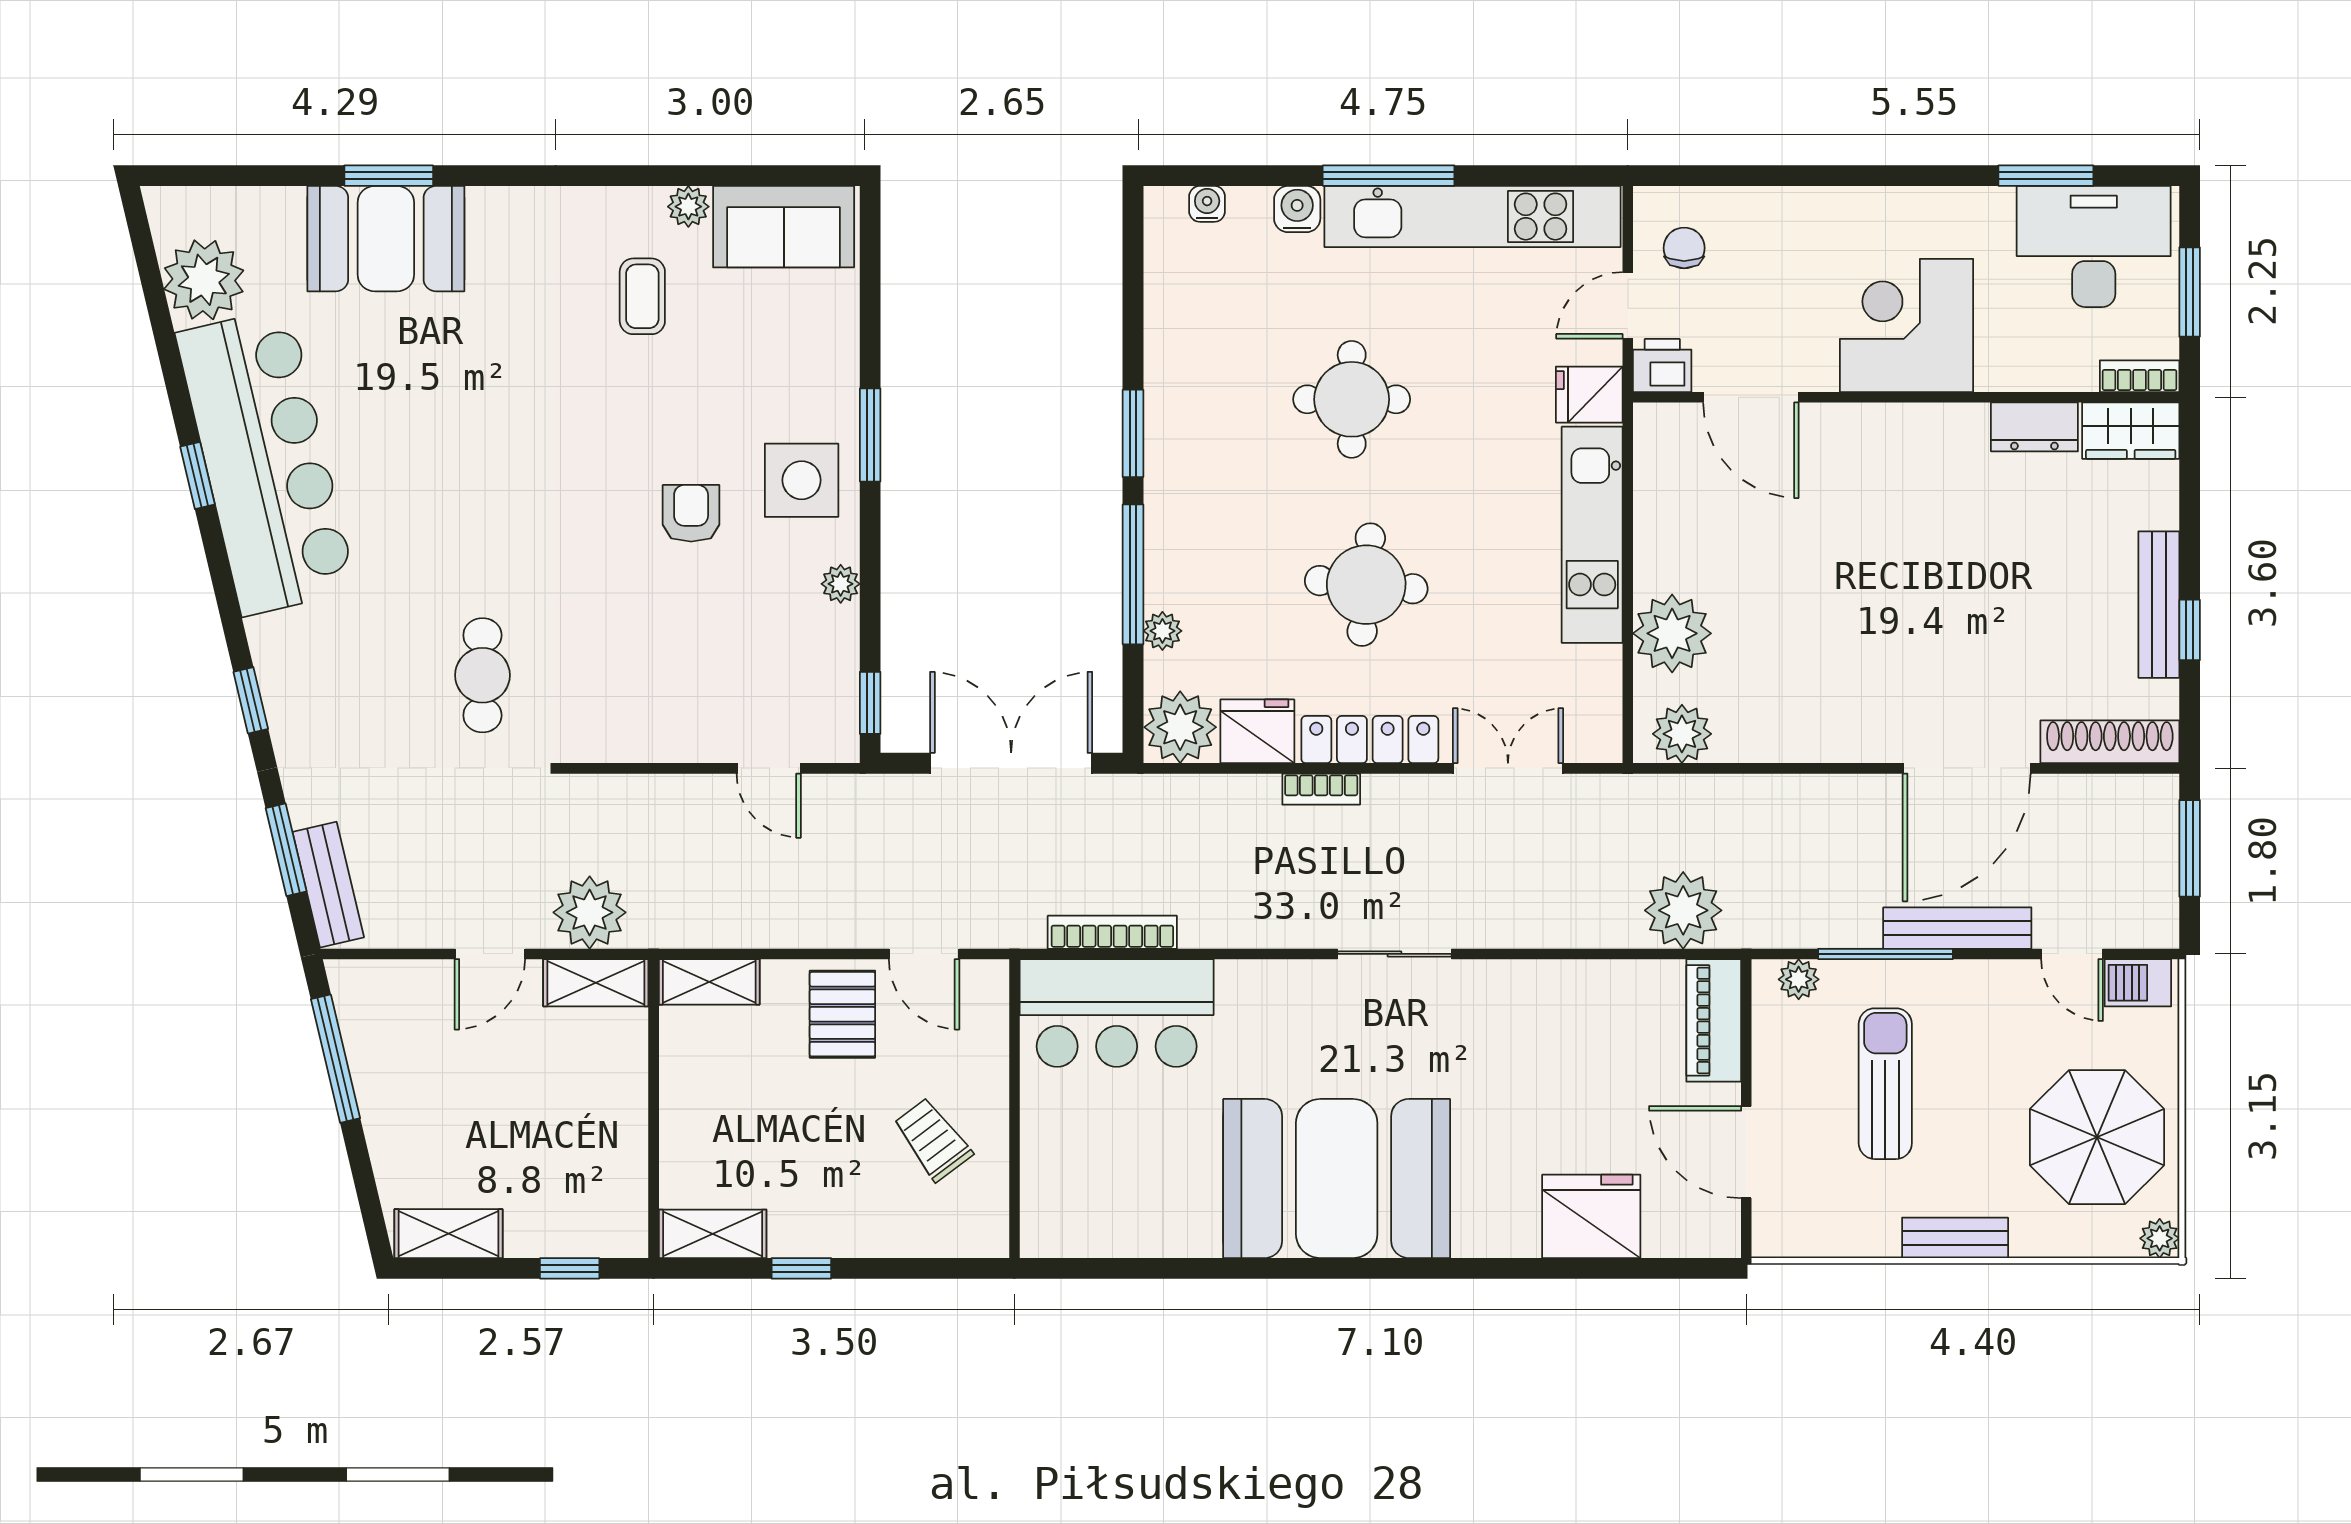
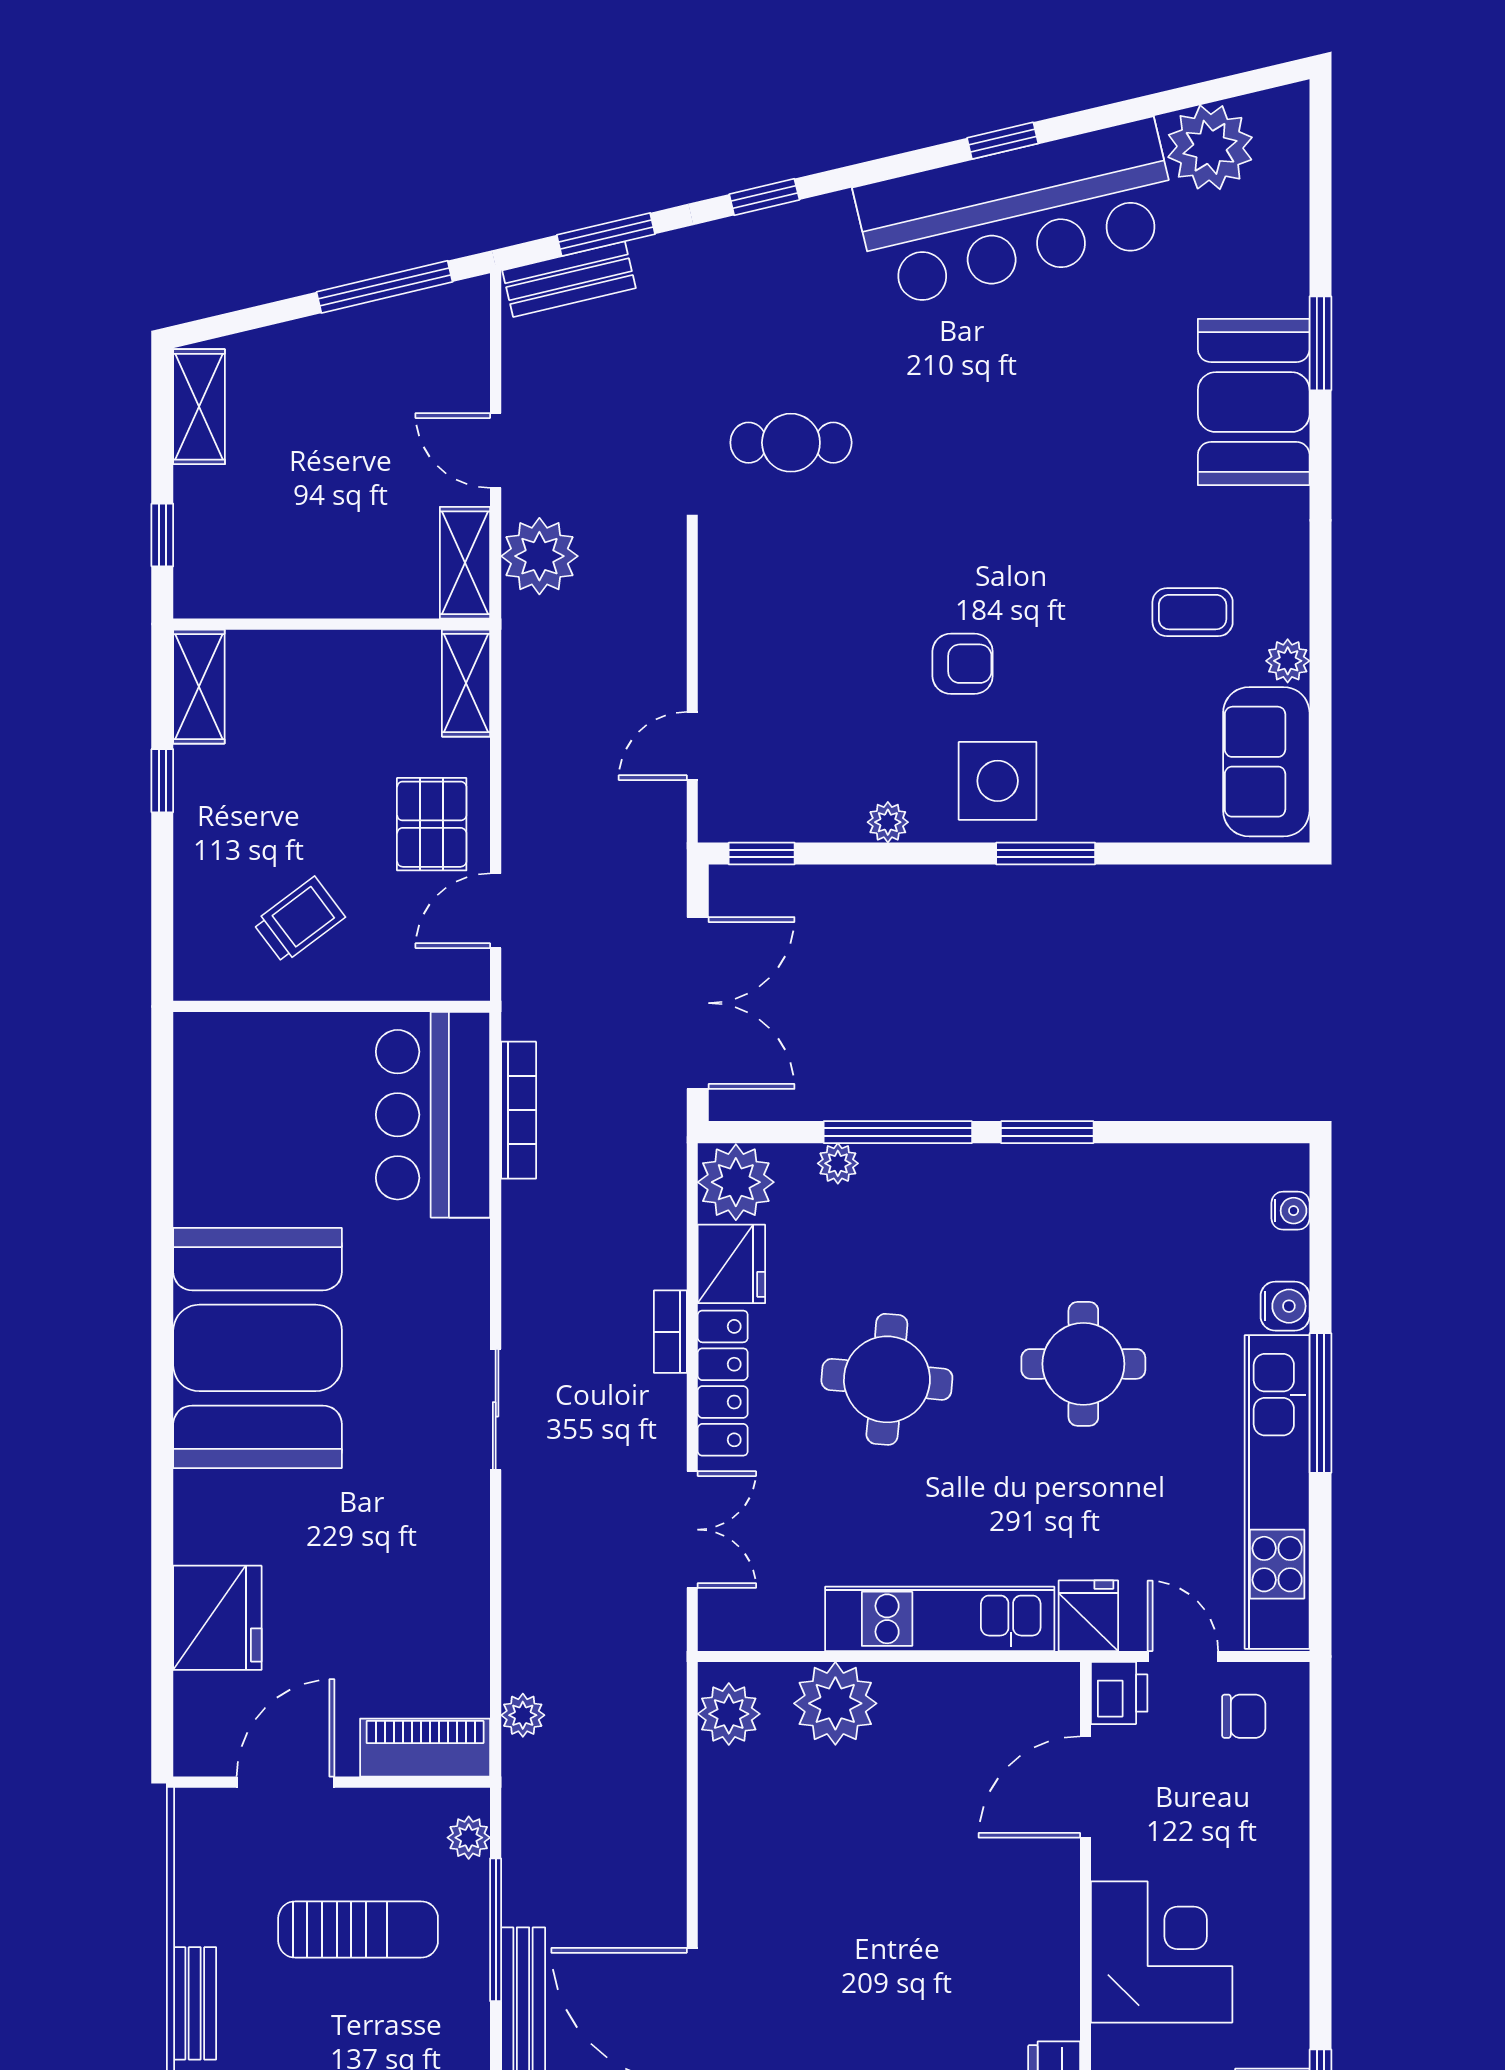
booth: (386, 239) -> (1254, 402), moved
plant: (1683, 910) -> (523, 1715), width x0.53, depth x0.53
pallet: (842, 1014) -> (432, 824), turned 90

